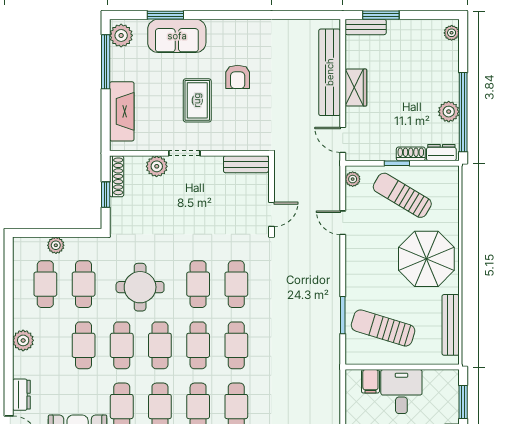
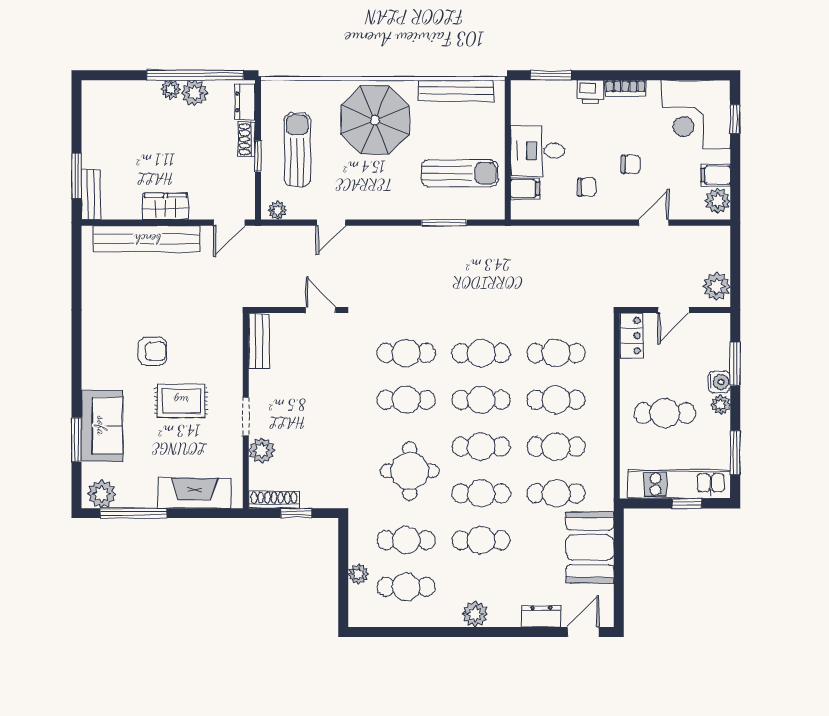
plant: (452, 33) -> (171, 89), moved
sun lounger: (402, 195) -> (297, 150), turned 149
sun lounger: (383, 328) -> (460, 173), turned -107

